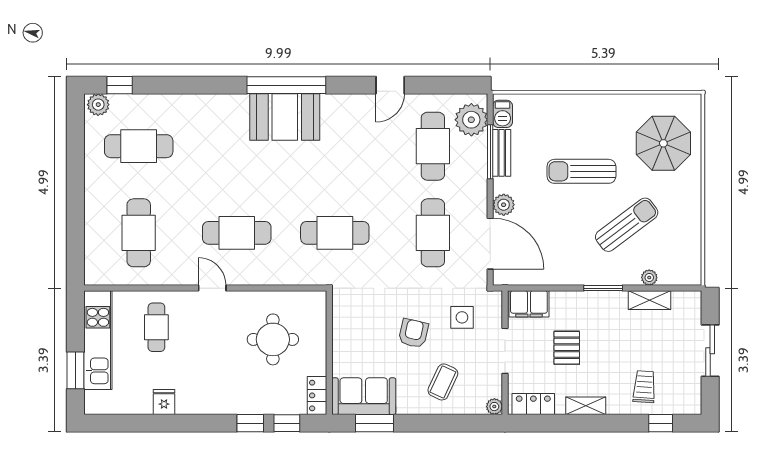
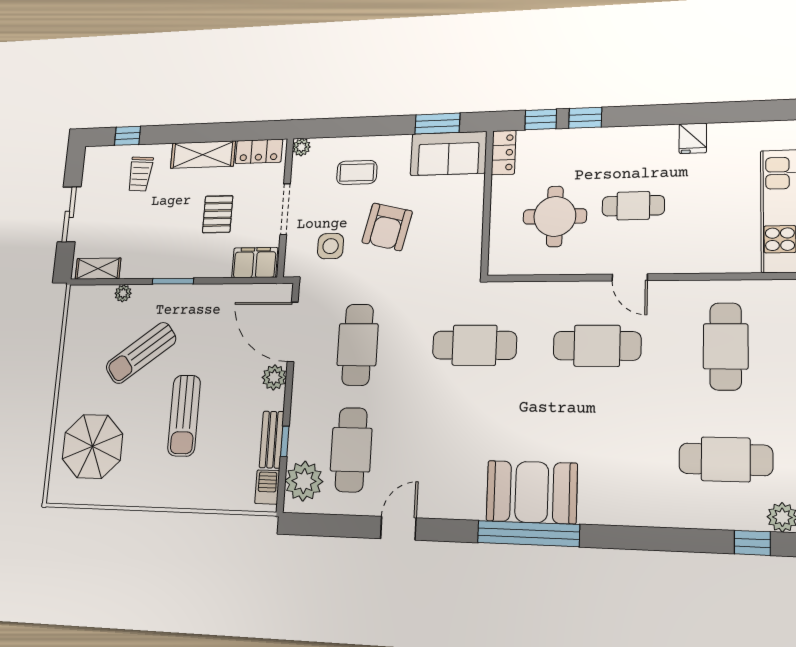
window: (490, 152) -> (285, 441), width x0.46
sun lounger: (581, 171) -> (184, 416), turned 90
shelving: (650, 300) -> (98, 269), moved
cafe table: (156, 327) -> (633, 206), moved, turned 90
armchair: (413, 333) -> (387, 227), width x1.38, depth x1.38
coffee table: (443, 382) -> (357, 172), turned 65
shelving: (586, 406) -> (203, 155), width x1.50, depth x1.33

